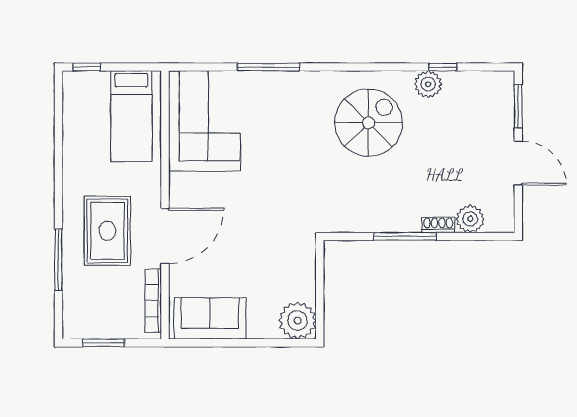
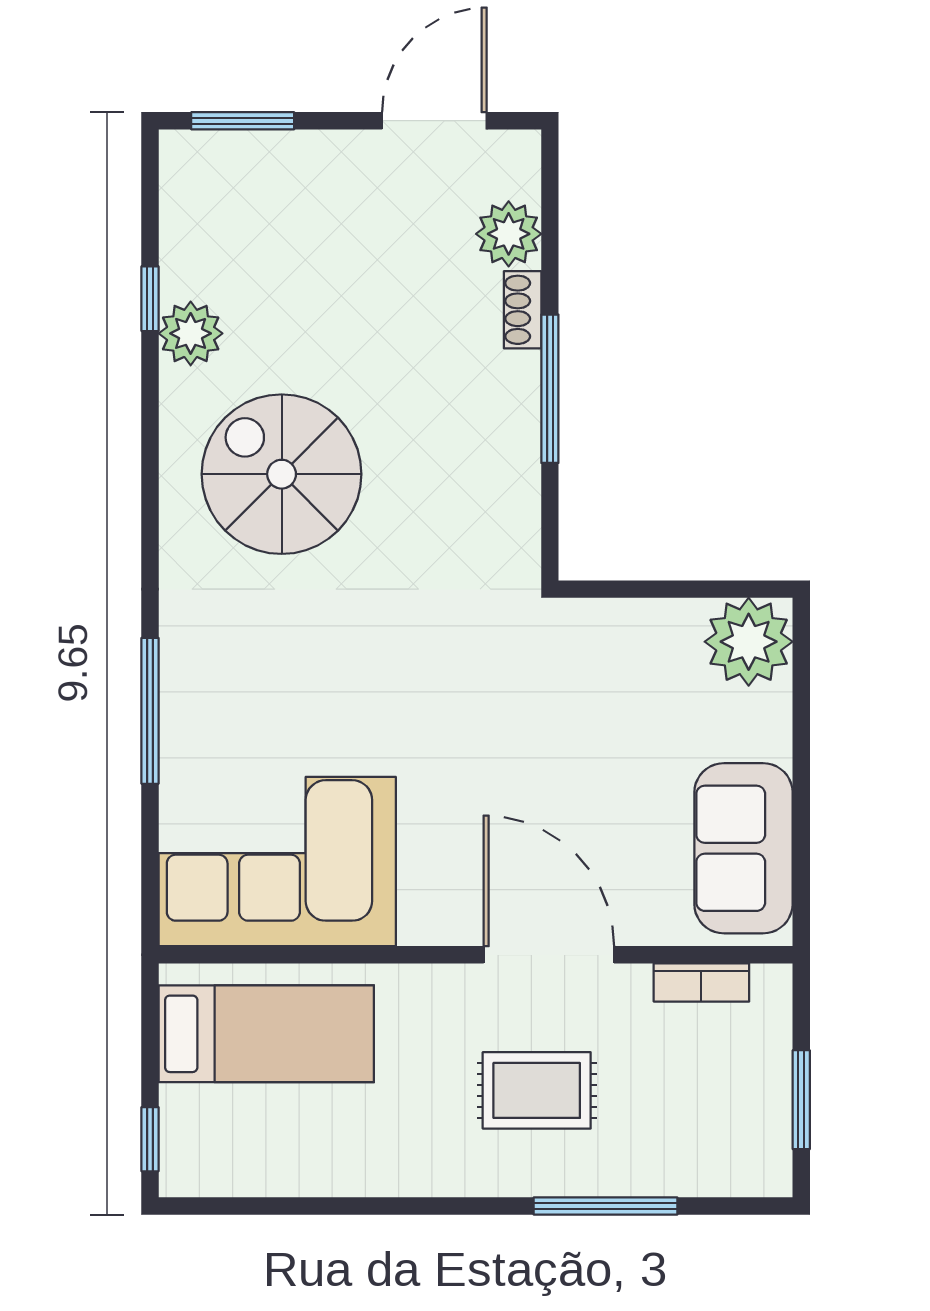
door: (518, 163) -> (434, 121), moved
rug: (107, 231) -> (537, 1090), width x0.73, depth x0.70
bookcase: (153, 301) -> (701, 982), width x0.64

